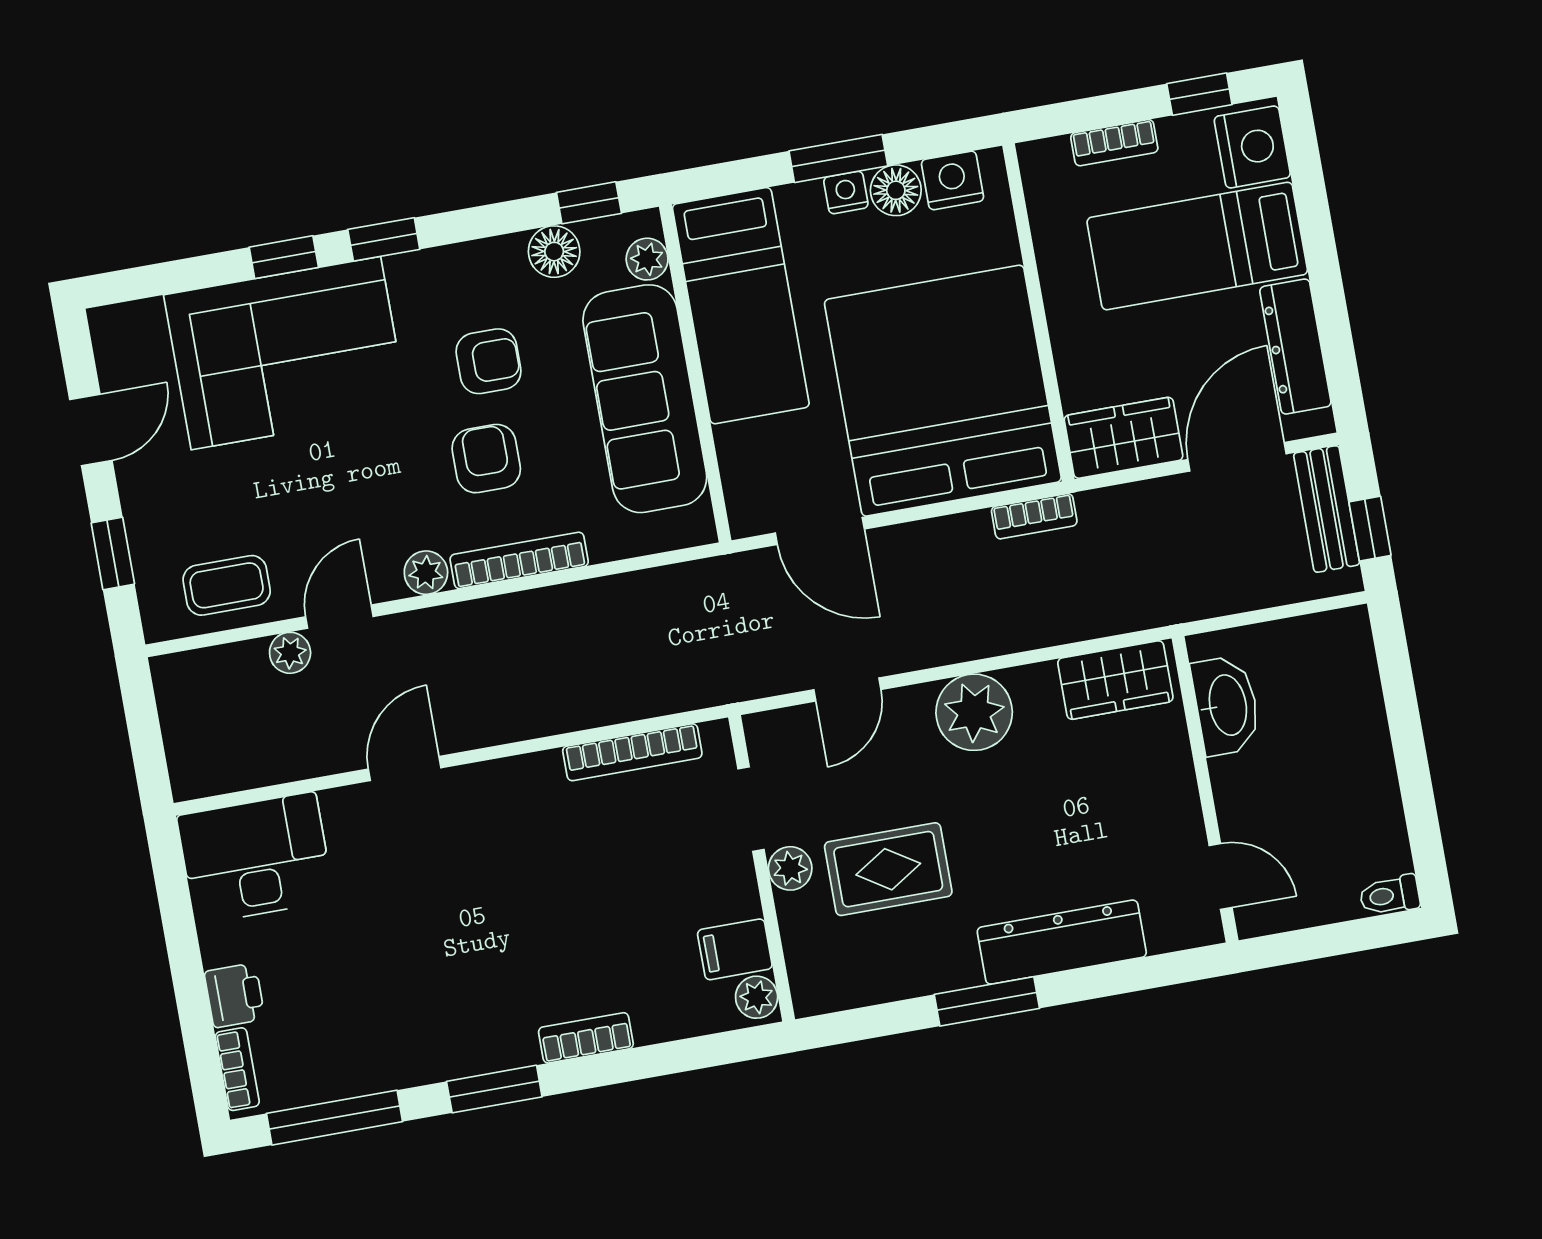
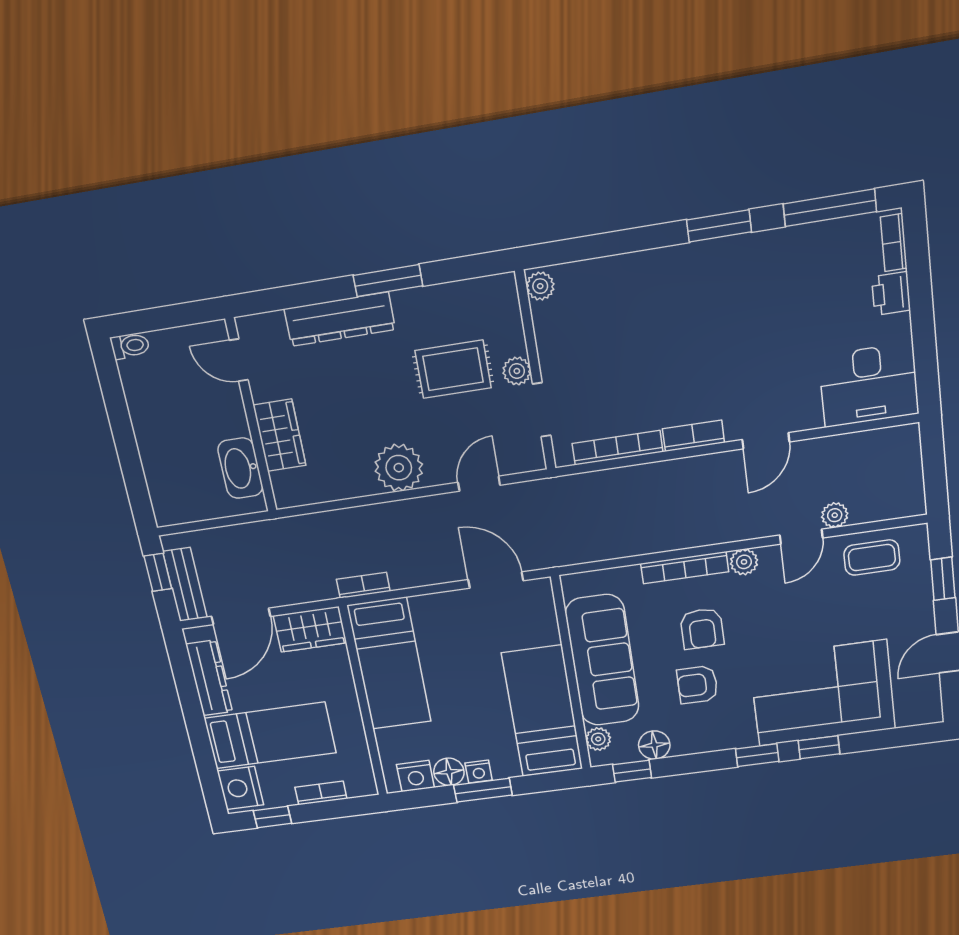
bed: (943, 391) -> (389, 664), width x0.49
wardrobe: (1115, 680) -> (279, 435), moved, turned 90
filing cabinet: (735, 949) -> (554, 318), removed
bookcase: (586, 1038) -> (693, 436), moved, turned 180

